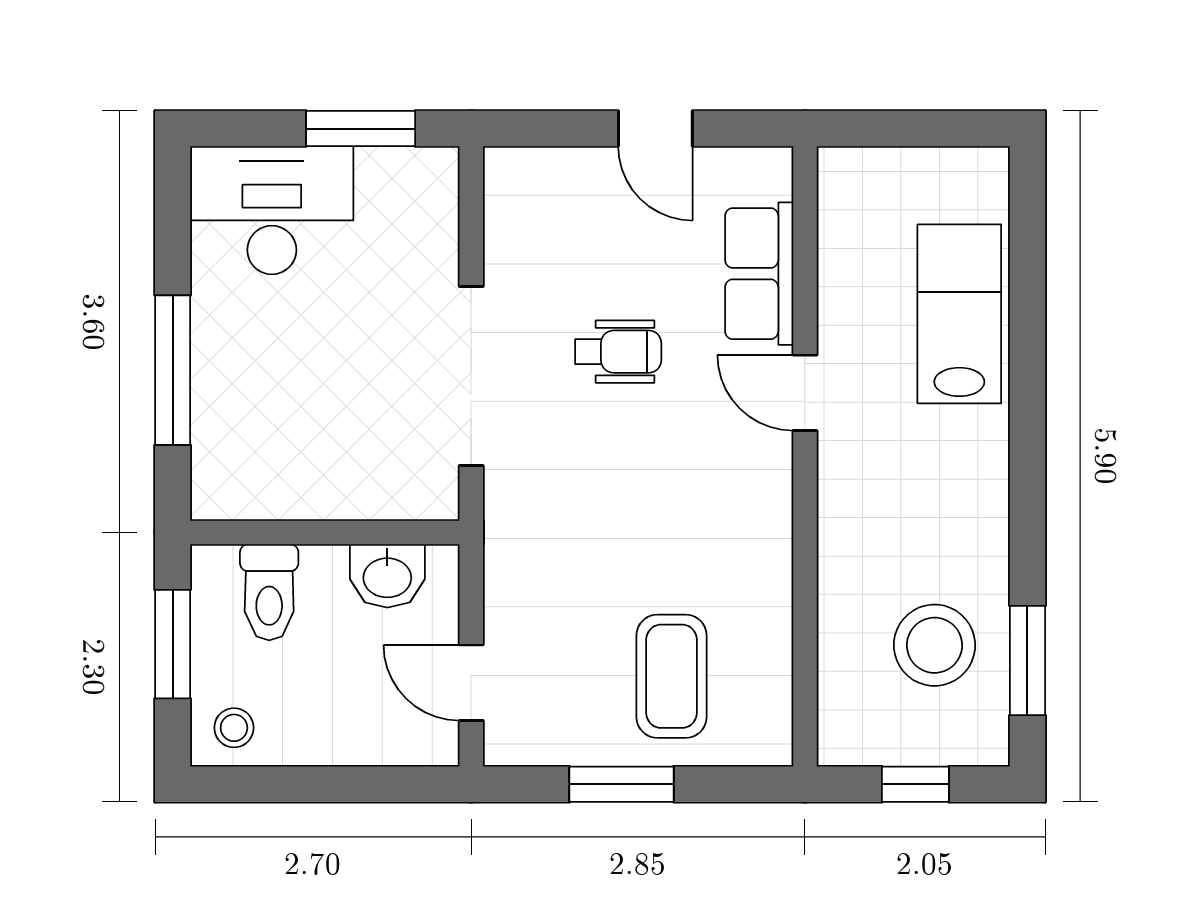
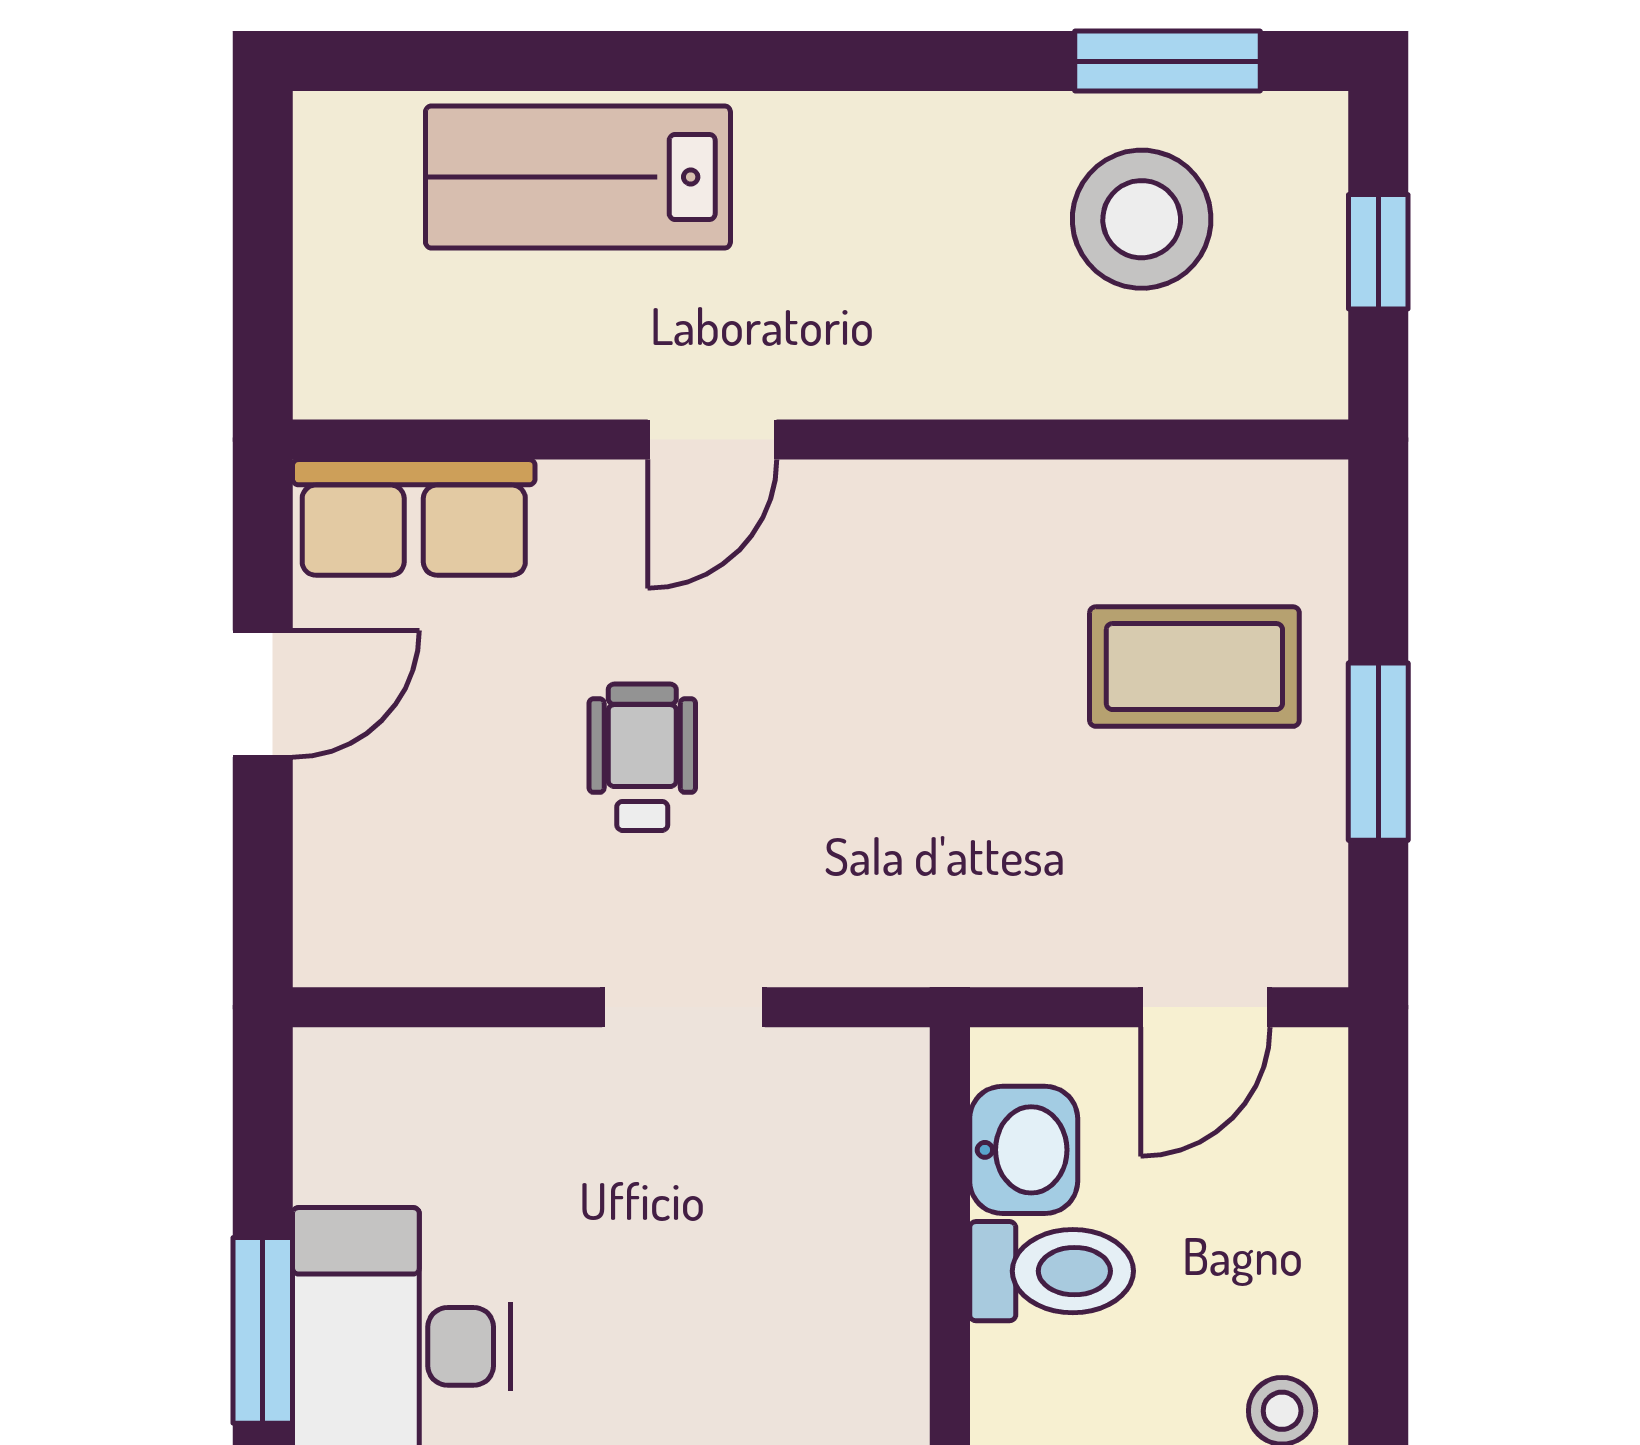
window: (361, 129) -> (263, 1330), moved
row of seats: (759, 274) -> (414, 517), moved
doorway: (471, 376) -> (684, 1007), width x0.53
toilet: (269, 592) -> (1052, 1271), moved

